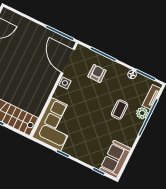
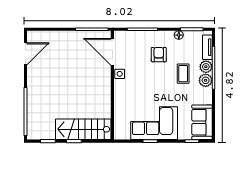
armchair: (97, 73) -> (159, 55), moved
corner sofa: (56, 124) -> (154, 123), moved, turned -90
plant: (136, 125) -> (206, 80), added

